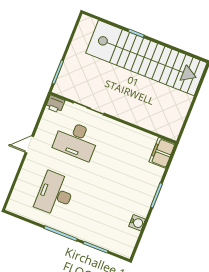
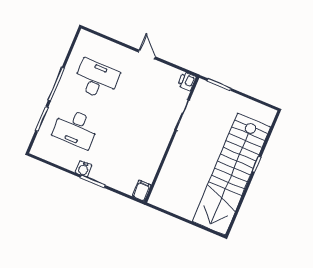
desk: (76, 140) -> (76, 128), moved, turned -90
filing cabinet: (162, 153) -> (142, 191), width x0.50
water cooler: (137, 223) -> (84, 169), moved

